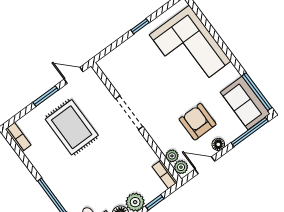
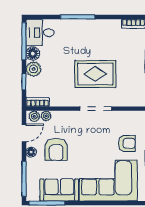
armchair: (140, 57) -> (127, 143), added
sofa: (245, 103) -> (59, 190), moved
armchair: (198, 122) -> (56, 149), turned 90
rug: (72, 127) -> (95, 74), moved

